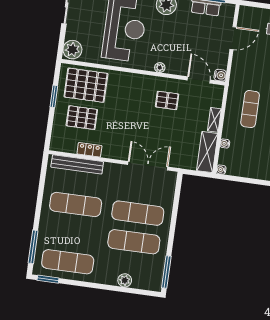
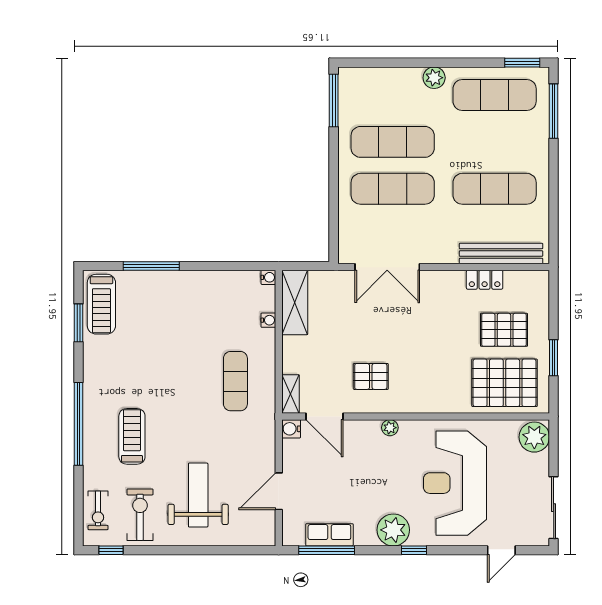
shelving: (214, 120) -> (290, 394), moved
plant: (125, 280) -> (434, 78), moved

